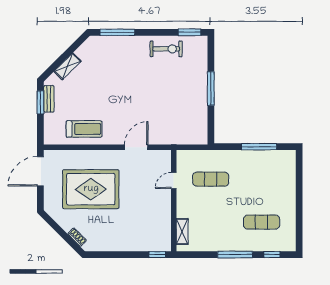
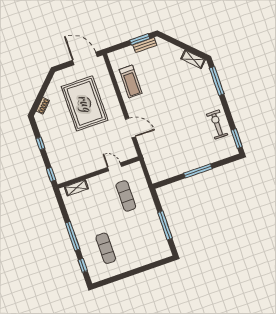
exercise bike: (166, 49) -> (217, 125), turned 180
shelving: (68, 66) -> (193, 59), moved
window: (118, 255) -> (40, 143), added

